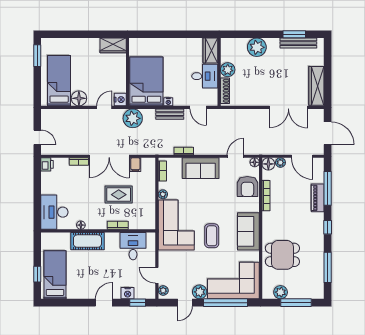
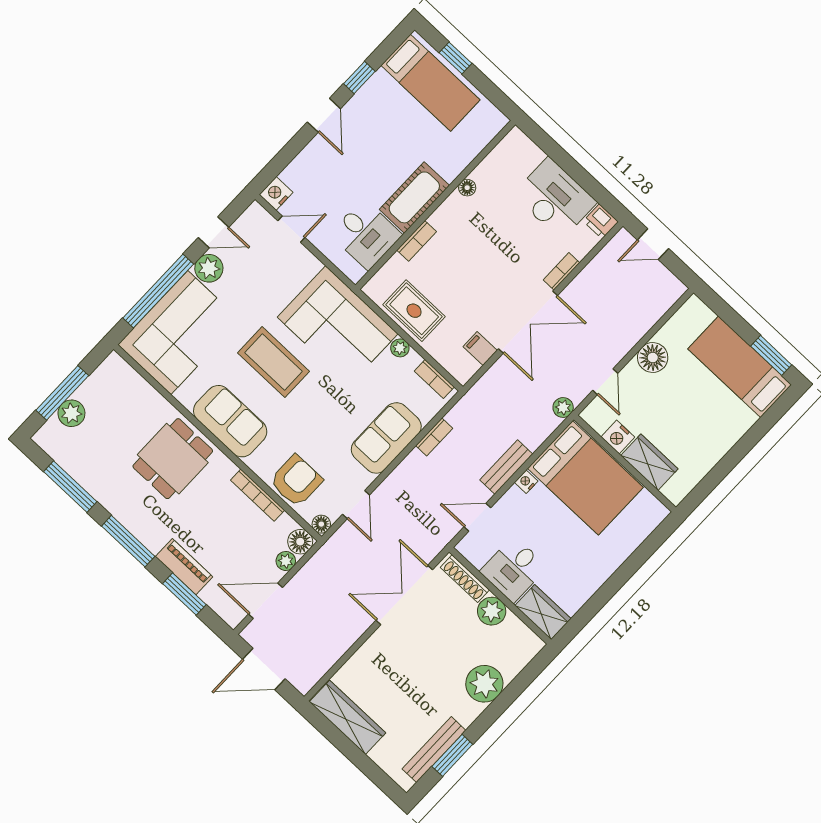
wardrobe: (113, 45) -> (649, 462), moved, turned 90
bed: (59, 81) -> (740, 367), moved, turned 180
nightstand: (120, 100) -> (618, 437), moved
double door: (288, 107) -> (404, 595), moved
plant: (133, 118) -> (563, 407), width x0.53, depth x0.53
double door: (109, 156) -> (528, 322), swing flipped
armchair: (247, 187) -> (296, 481), turned 90
window: (328, 188) -> (184, 594), width x0.69
rug: (119, 195) -> (414, 311), moved, turned 90
desk: (54, 212) -> (555, 198), moved
window: (328, 227) -> (128, 541), width x2.17
coffee table: (212, 236) -> (274, 362), width x1.36, depth x1.32
cot: (87, 241) -> (414, 197), moved
dining table: (282, 255) -> (173, 459), moved
plant: (163, 291) -> (261, 218), removed
plant: (281, 292) -> (71, 413), moved
nightstand: (128, 293) -> (276, 193), moved
window: (138, 303) -> (359, 78), moved
door: (185, 303) -> (214, 232), swing flipped

